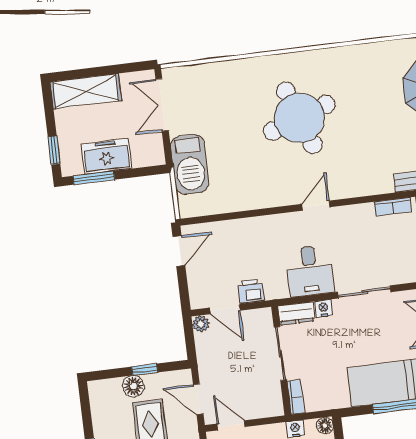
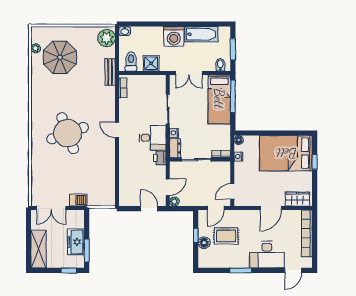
barbecue: (190, 164) -> (78, 200), width x0.53, depth x0.65
door: (179, 251) -> (149, 209), moved
printer: (251, 291) -> (160, 158), moved

